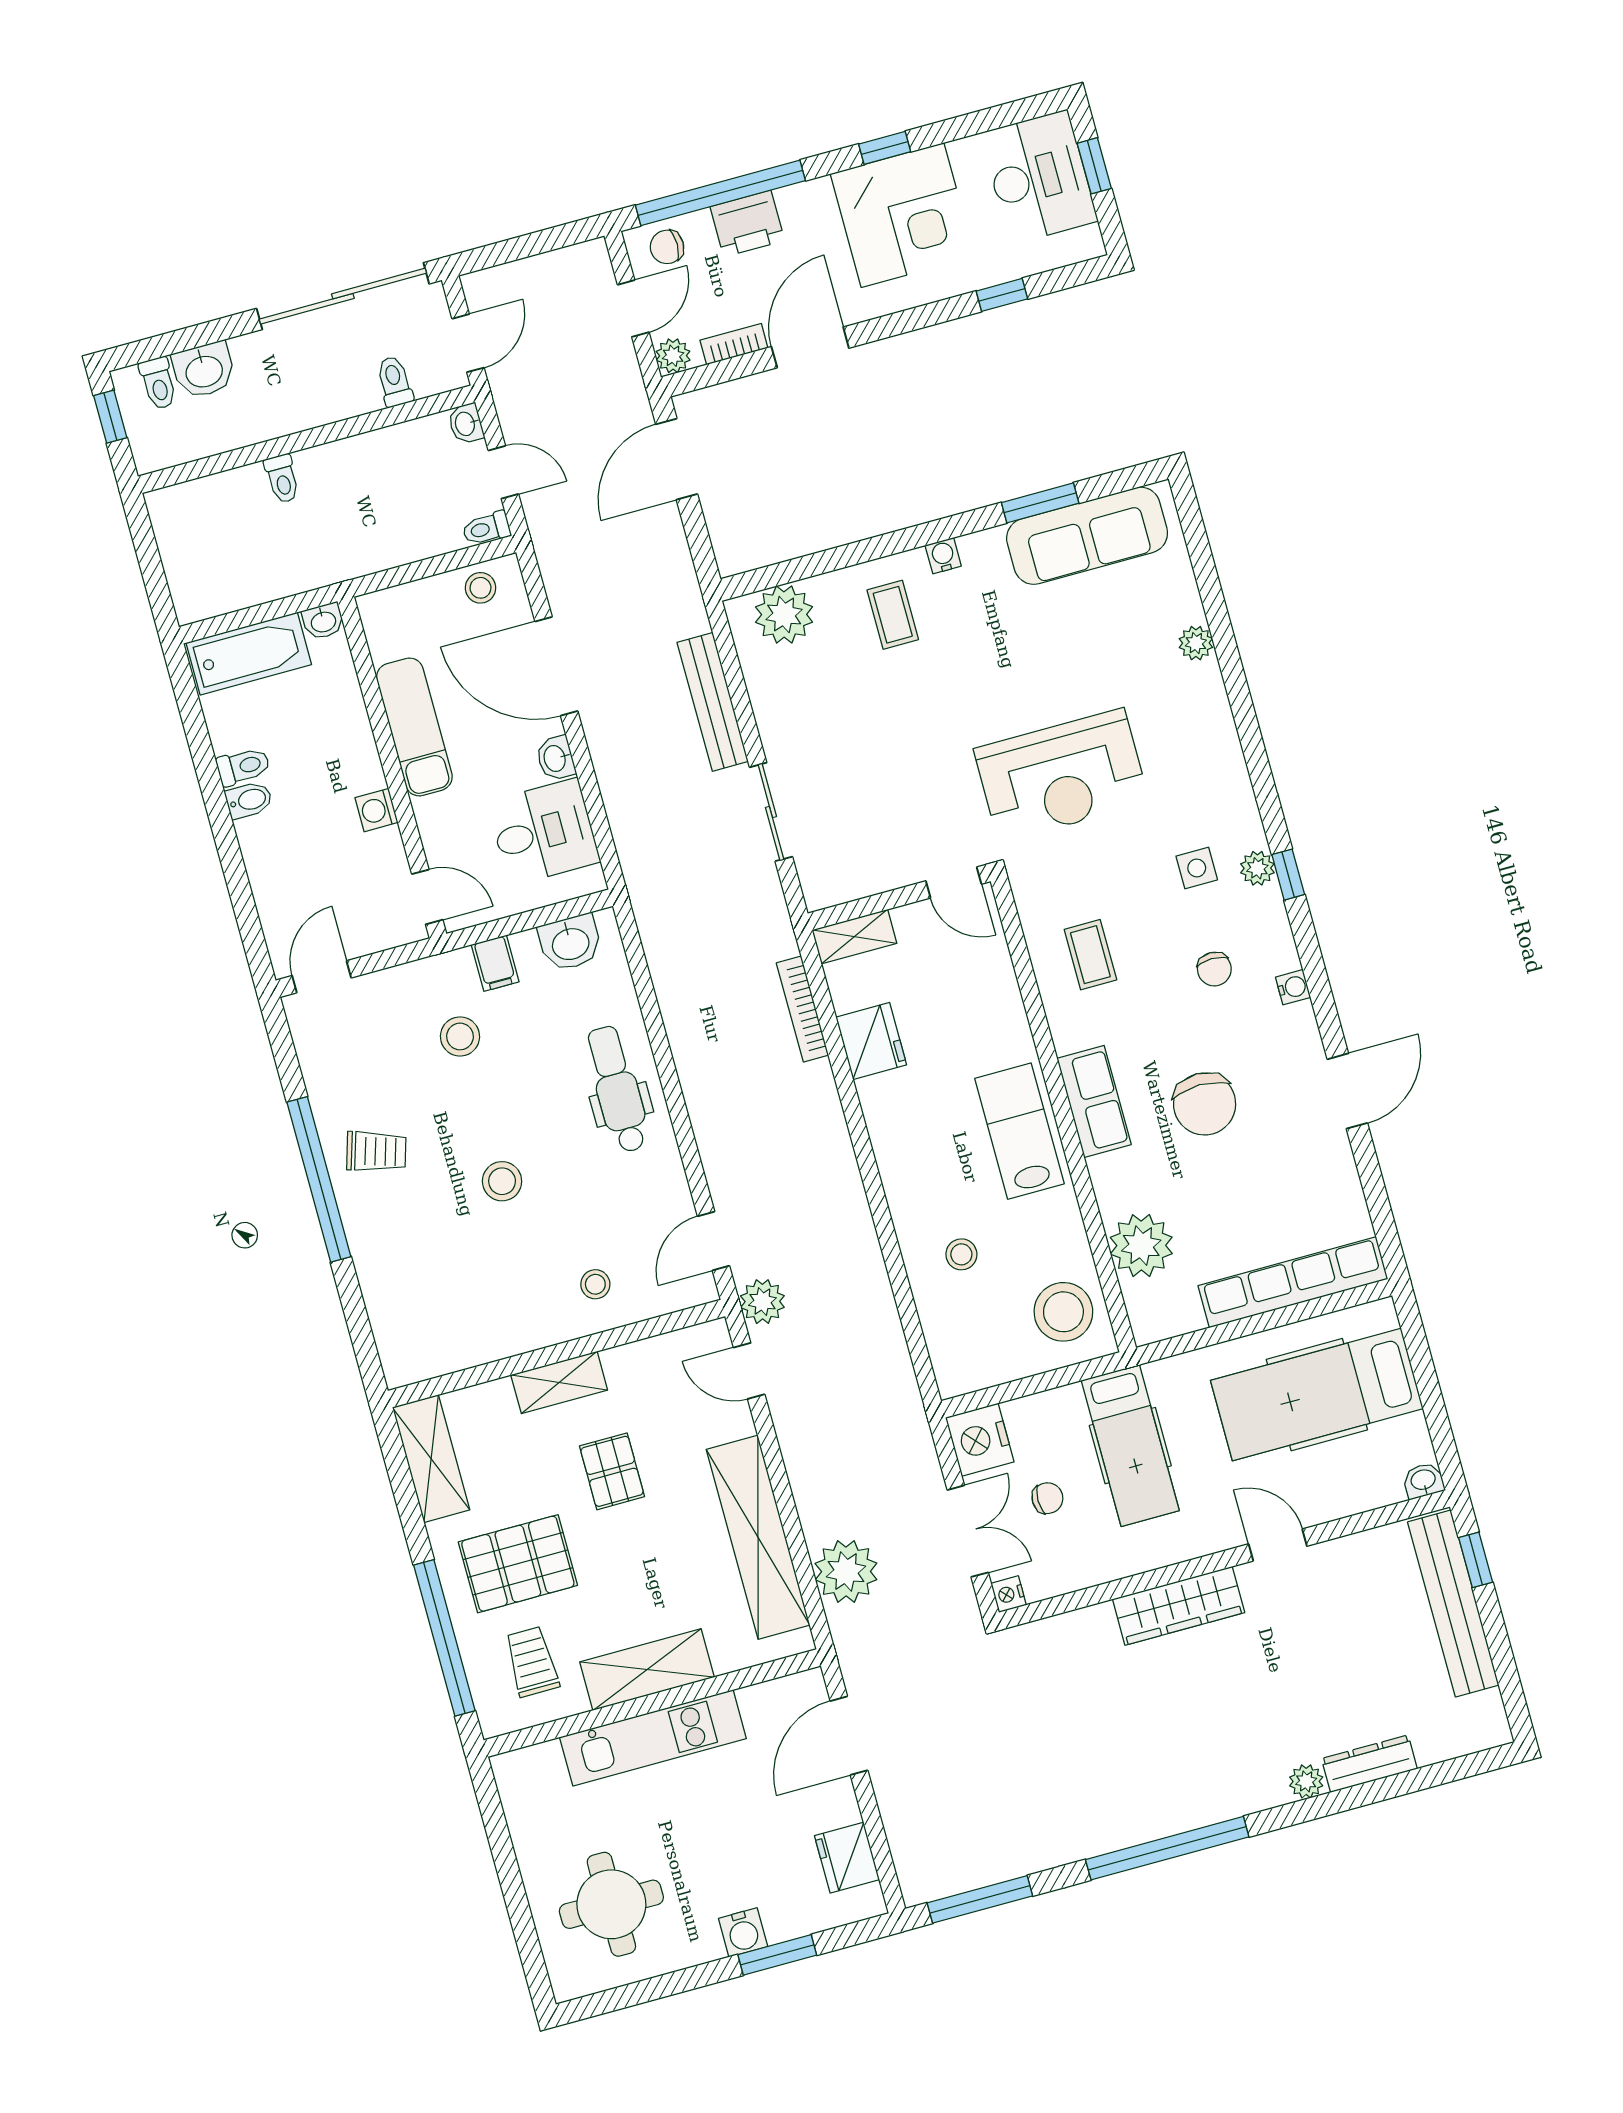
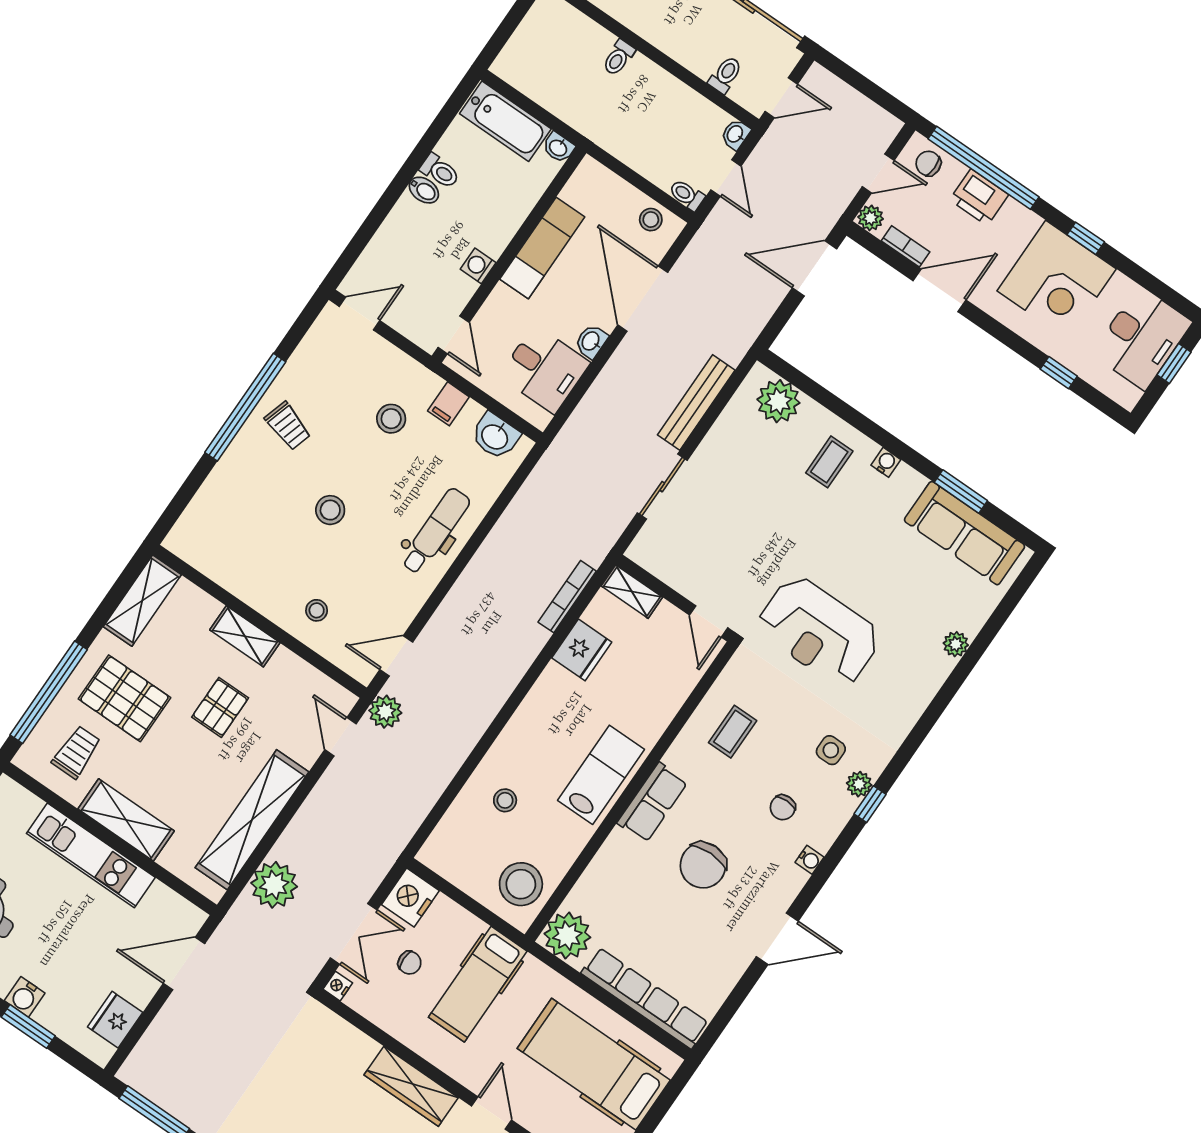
plant: (1141, 1246) -> (567, 936), moved

